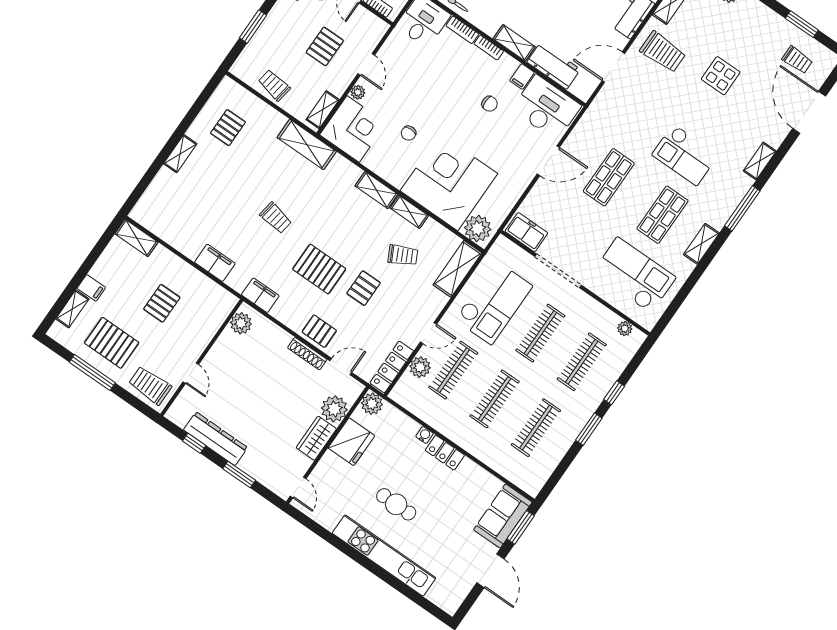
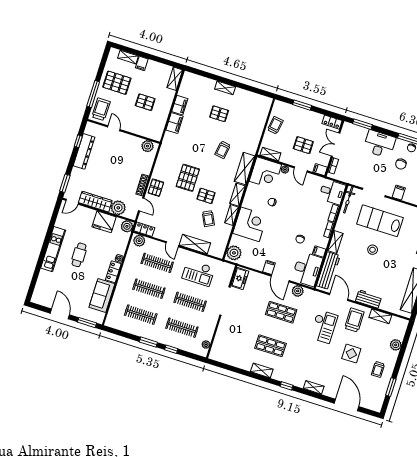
filing cabinet: (377, 30) -> (320, 170), added
trolley: (663, 52) -> (354, 320), turned 180
trolley: (797, 60) -> (378, 369), moved
door: (366, 64) -> (301, 169), hinge flipped
workbench: (554, 66) -> (328, 271), width x1.38
door: (809, 112) -> (347, 405), hinge flipped
pallet: (228, 128) -> (219, 114), moved
plant: (580, 136) -> (298, 291), added
shelving: (307, 145) -> (245, 169), moved
checkout: (685, 155) -> (324, 327), moved, turned 180
filing cabinet: (523, 174) -> (269, 267), added
corner desk: (449, 182) -> (250, 224), width x0.74, depth x0.74
window: (742, 208) -> (286, 386), width x0.46
trolley: (276, 218) -> (223, 150), moved
shelving: (458, 269) -> (195, 244), moved
checkout: (634, 275) -> (235, 341), removed
pallet: (364, 288) -> (206, 196), moved
filing cabinet: (260, 295) -> (180, 105), moved
checkout: (494, 303) -> (198, 273), width x0.73, depth x0.83
pallet: (112, 343) -> (117, 83), turned 90
locker: (392, 367) -> (144, 229), width x0.66
plant: (420, 367) -> (139, 241), moved
window: (92, 372) -> (93, 94), moved
door: (191, 373) -> (114, 128), swing flipped
wardrobe: (316, 438) -> (95, 202), width x1.50
window: (239, 475) -> (65, 183), moved
sofa: (503, 516) -> (102, 295), moved, turned -90
kitchen unit: (384, 556) -> (53, 249), width x0.73
door: (490, 571) -> (60, 314), swing flipped

